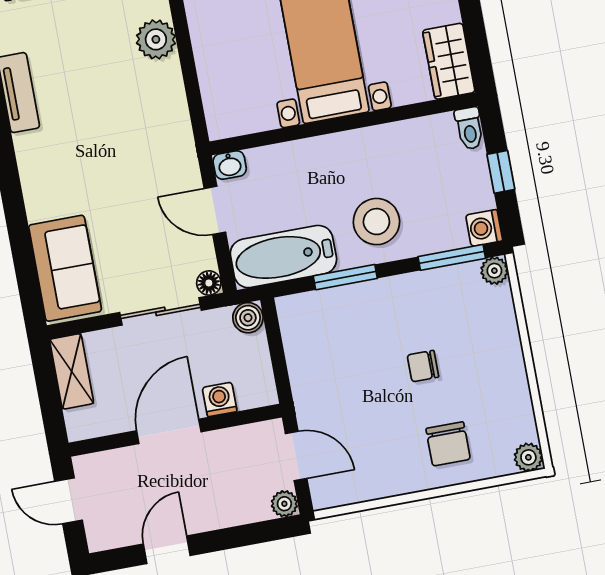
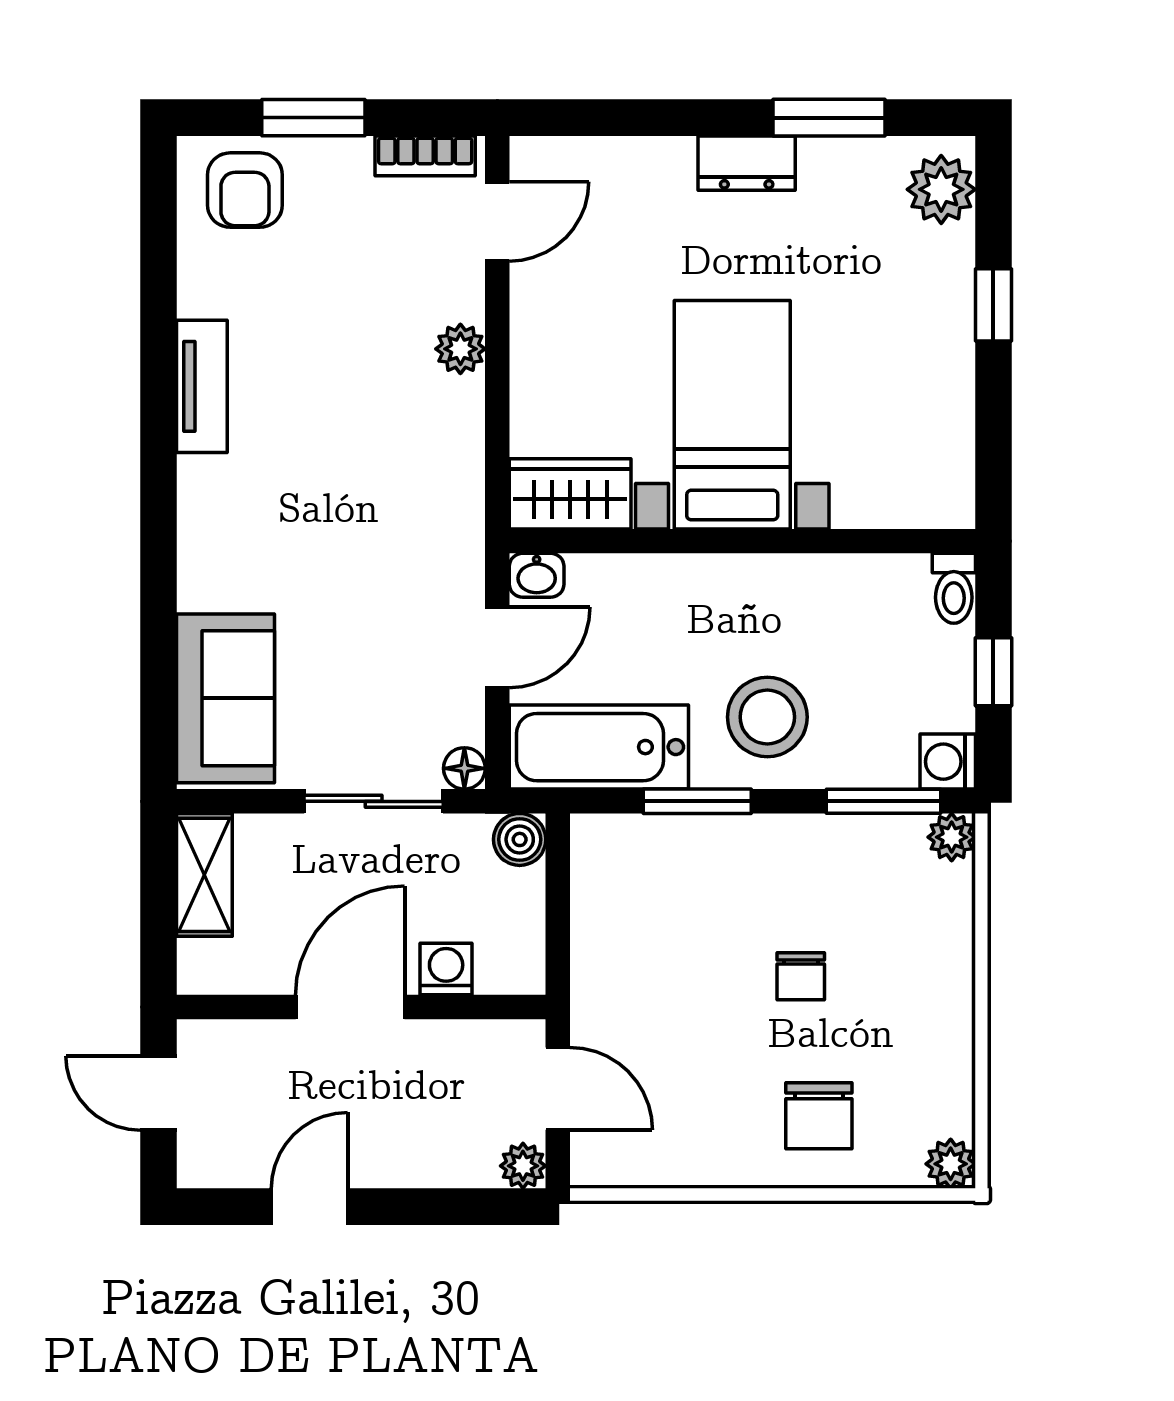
plant: (156, 39) -> (460, 349), width x0.73, depth x0.73
wardrobe: (449, 61) -> (570, 494), moved, turned 90
door: (215, 210) -> (497, 647), swing flipped
chair: (423, 366) -> (801, 976), turned -90

